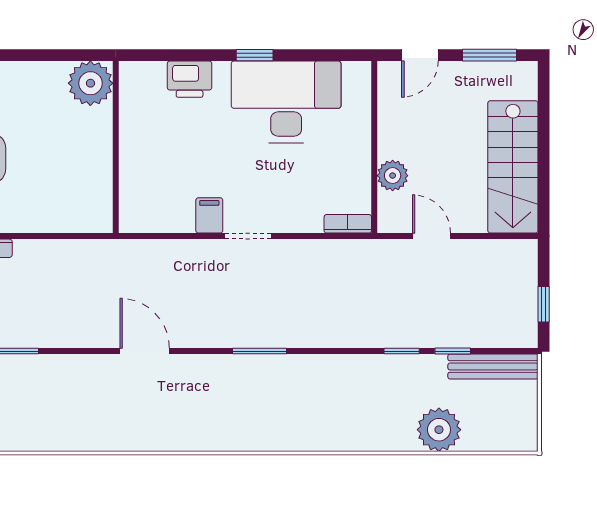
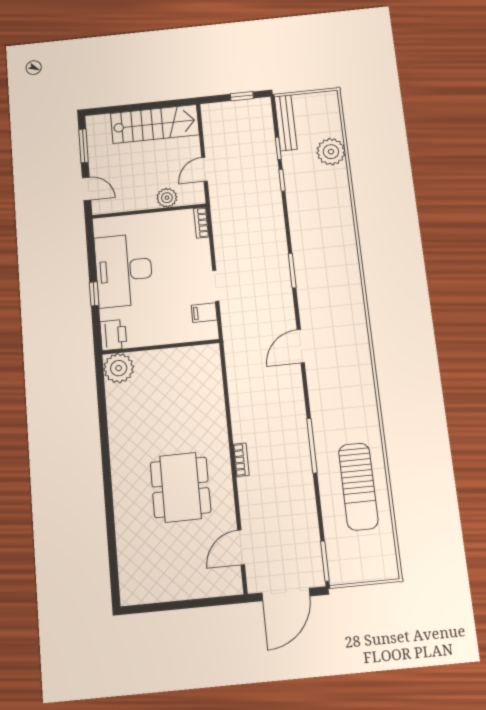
plant: (90, 83) -> (119, 368), moved
wall: (116, 147) -> (161, 347), moved

